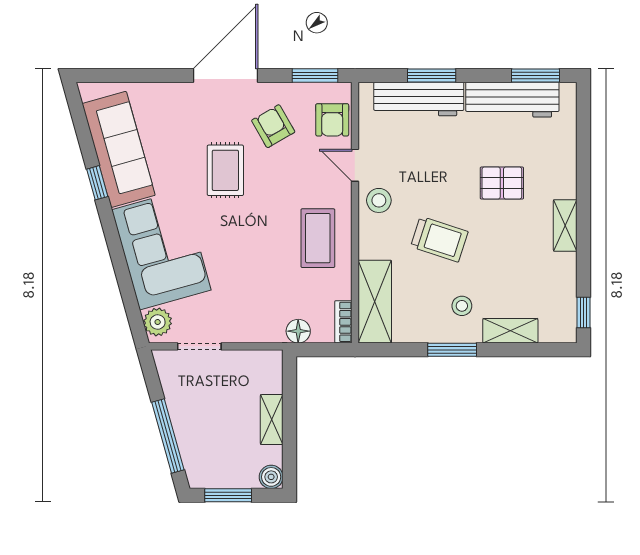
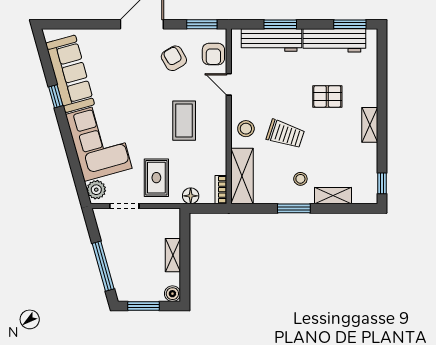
rug: (225, 170) -> (156, 178), moved
stool: (379, 200) -> (246, 129), moved
coffee table: (318, 238) -> (184, 121), moved

